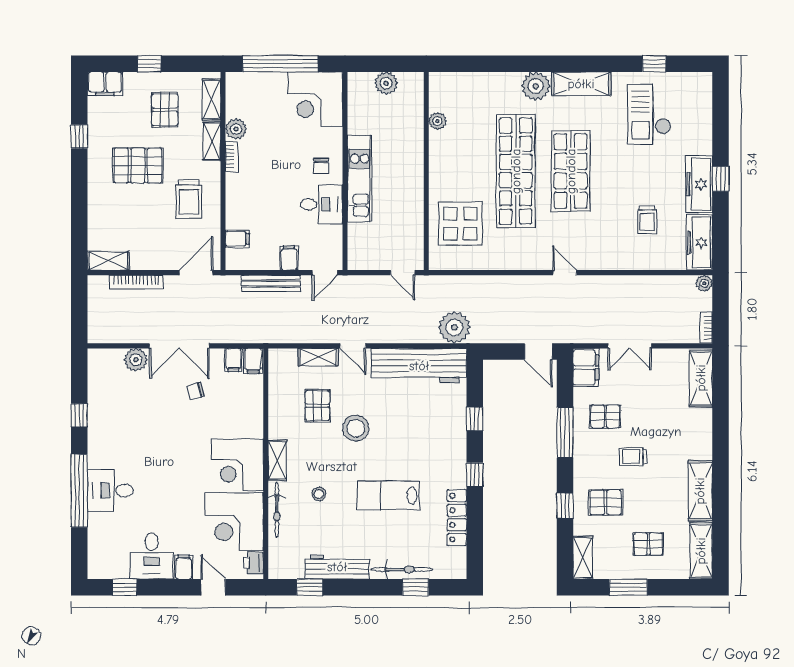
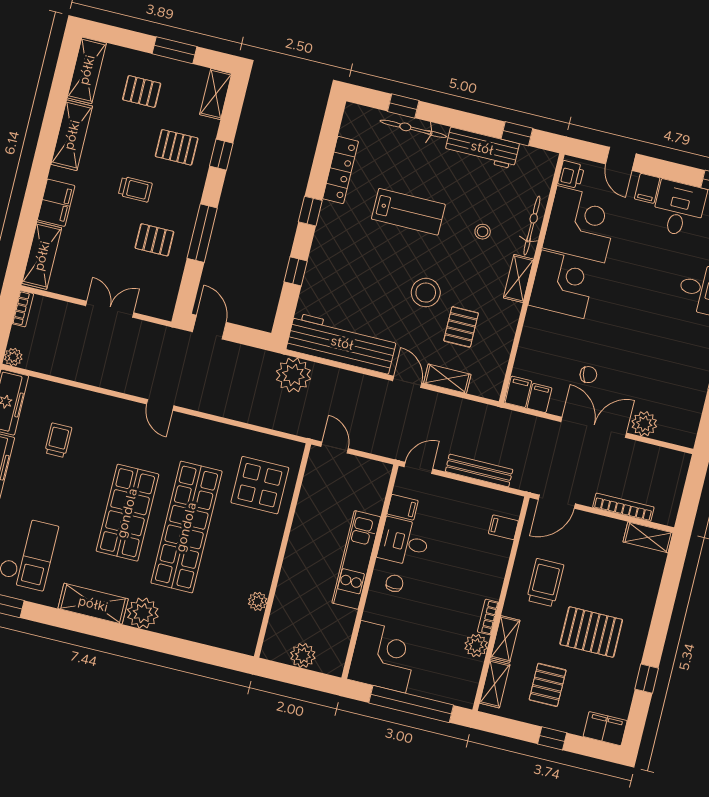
filing cabinet: (289, 258) -> (403, 507), moved, turned -90
filing cabinet: (586, 367) -> (56, 203), moved, turned 180

